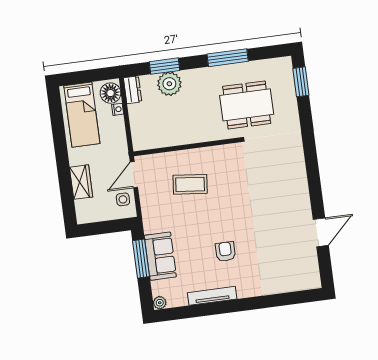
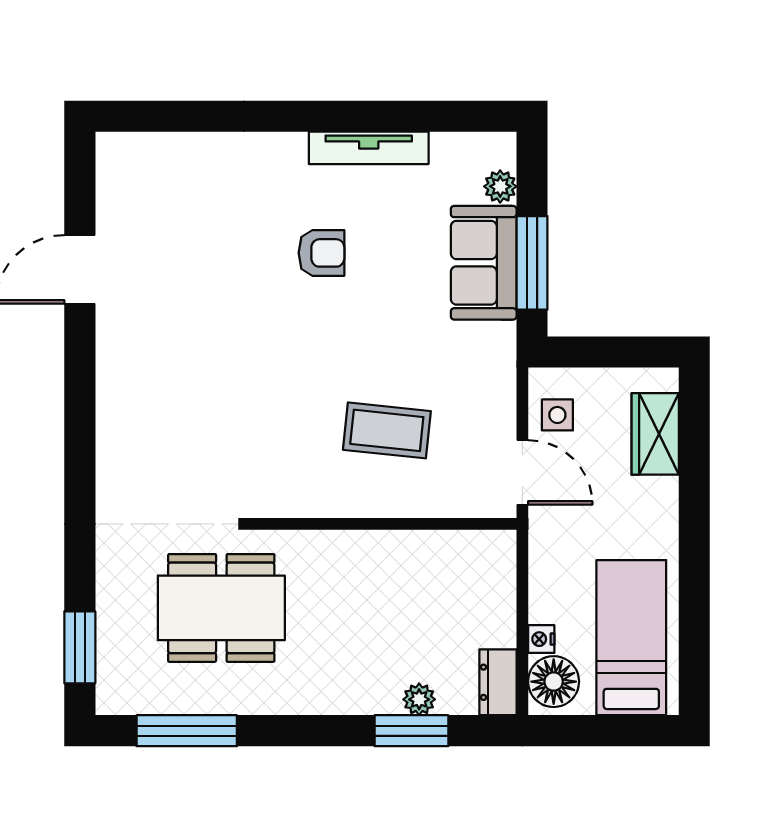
window: (228, 58) -> (187, 731), moved
plant: (169, 84) -> (419, 699), width x0.53, depth x0.53
door: (134, 175) -> (522, 472), hinge flipped
wardrobe: (81, 182) -> (655, 434), moved
armchair: (225, 252) -> (321, 253), turned -90
plant: (160, 303) -> (500, 186), moved

